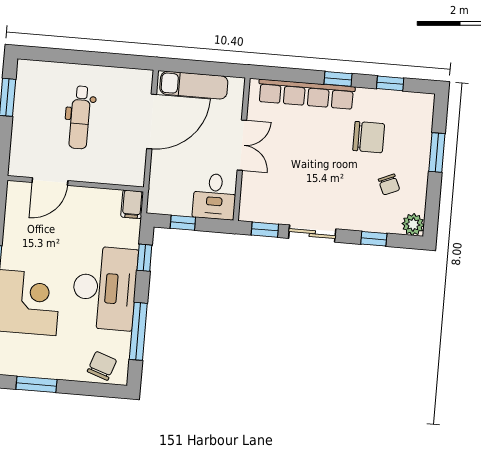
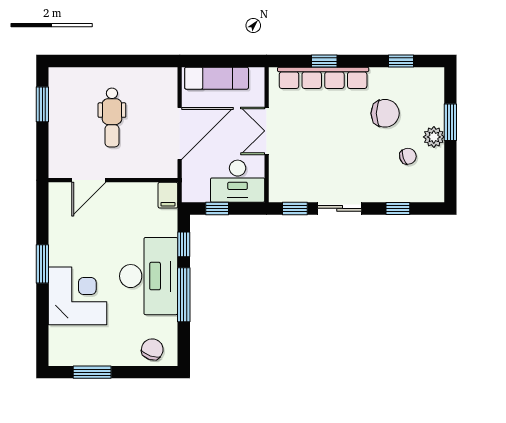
window: (338, 79) -> (324, 61), moved
door: (152, 121) -> (180, 133), moved
double door: (242, 145) -> (267, 131), swing flipped
chair: (389, 185) -> (408, 156), turned -85
desk: (215, 196) -> (238, 181), width x1.37
plant: (413, 224) -> (434, 137), moved
window: (138, 331) -> (184, 295), moved

